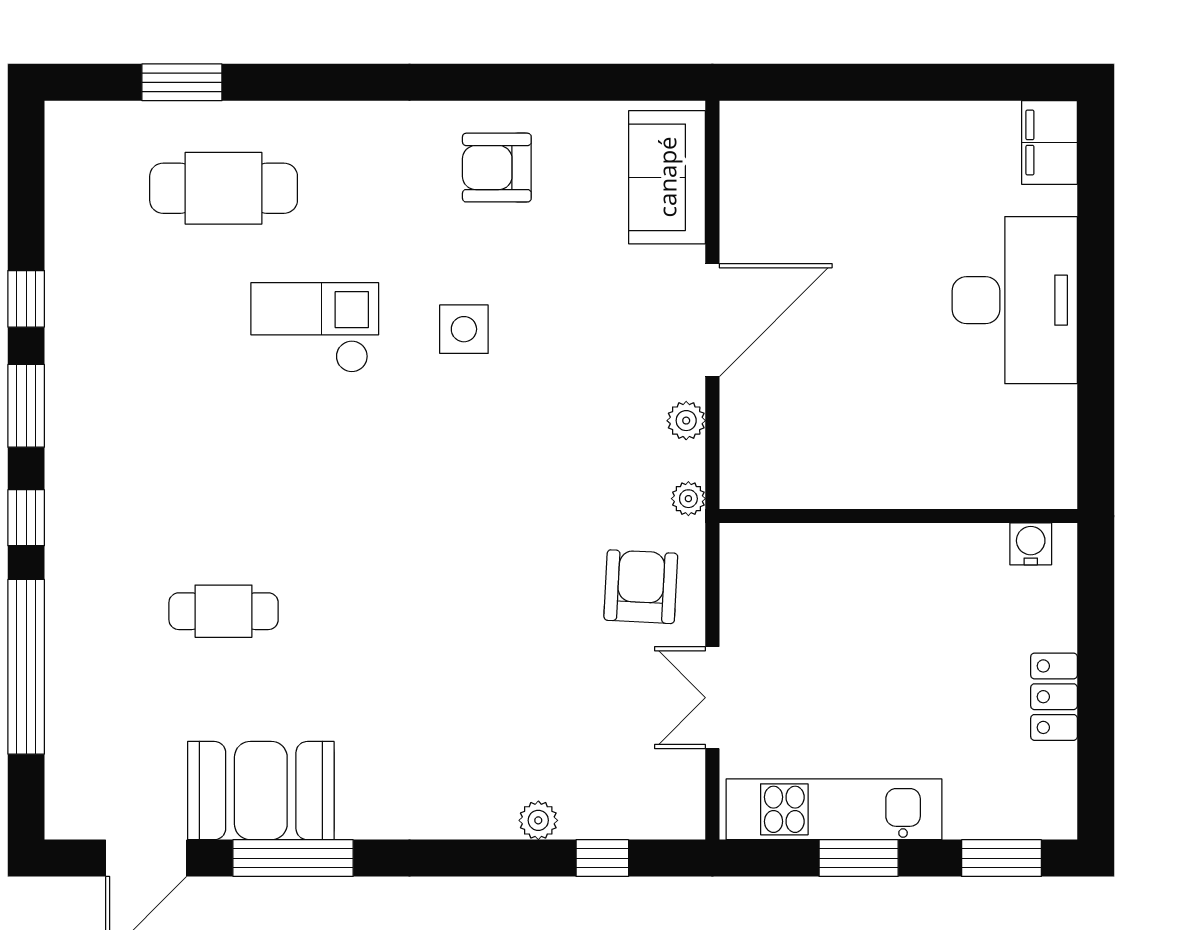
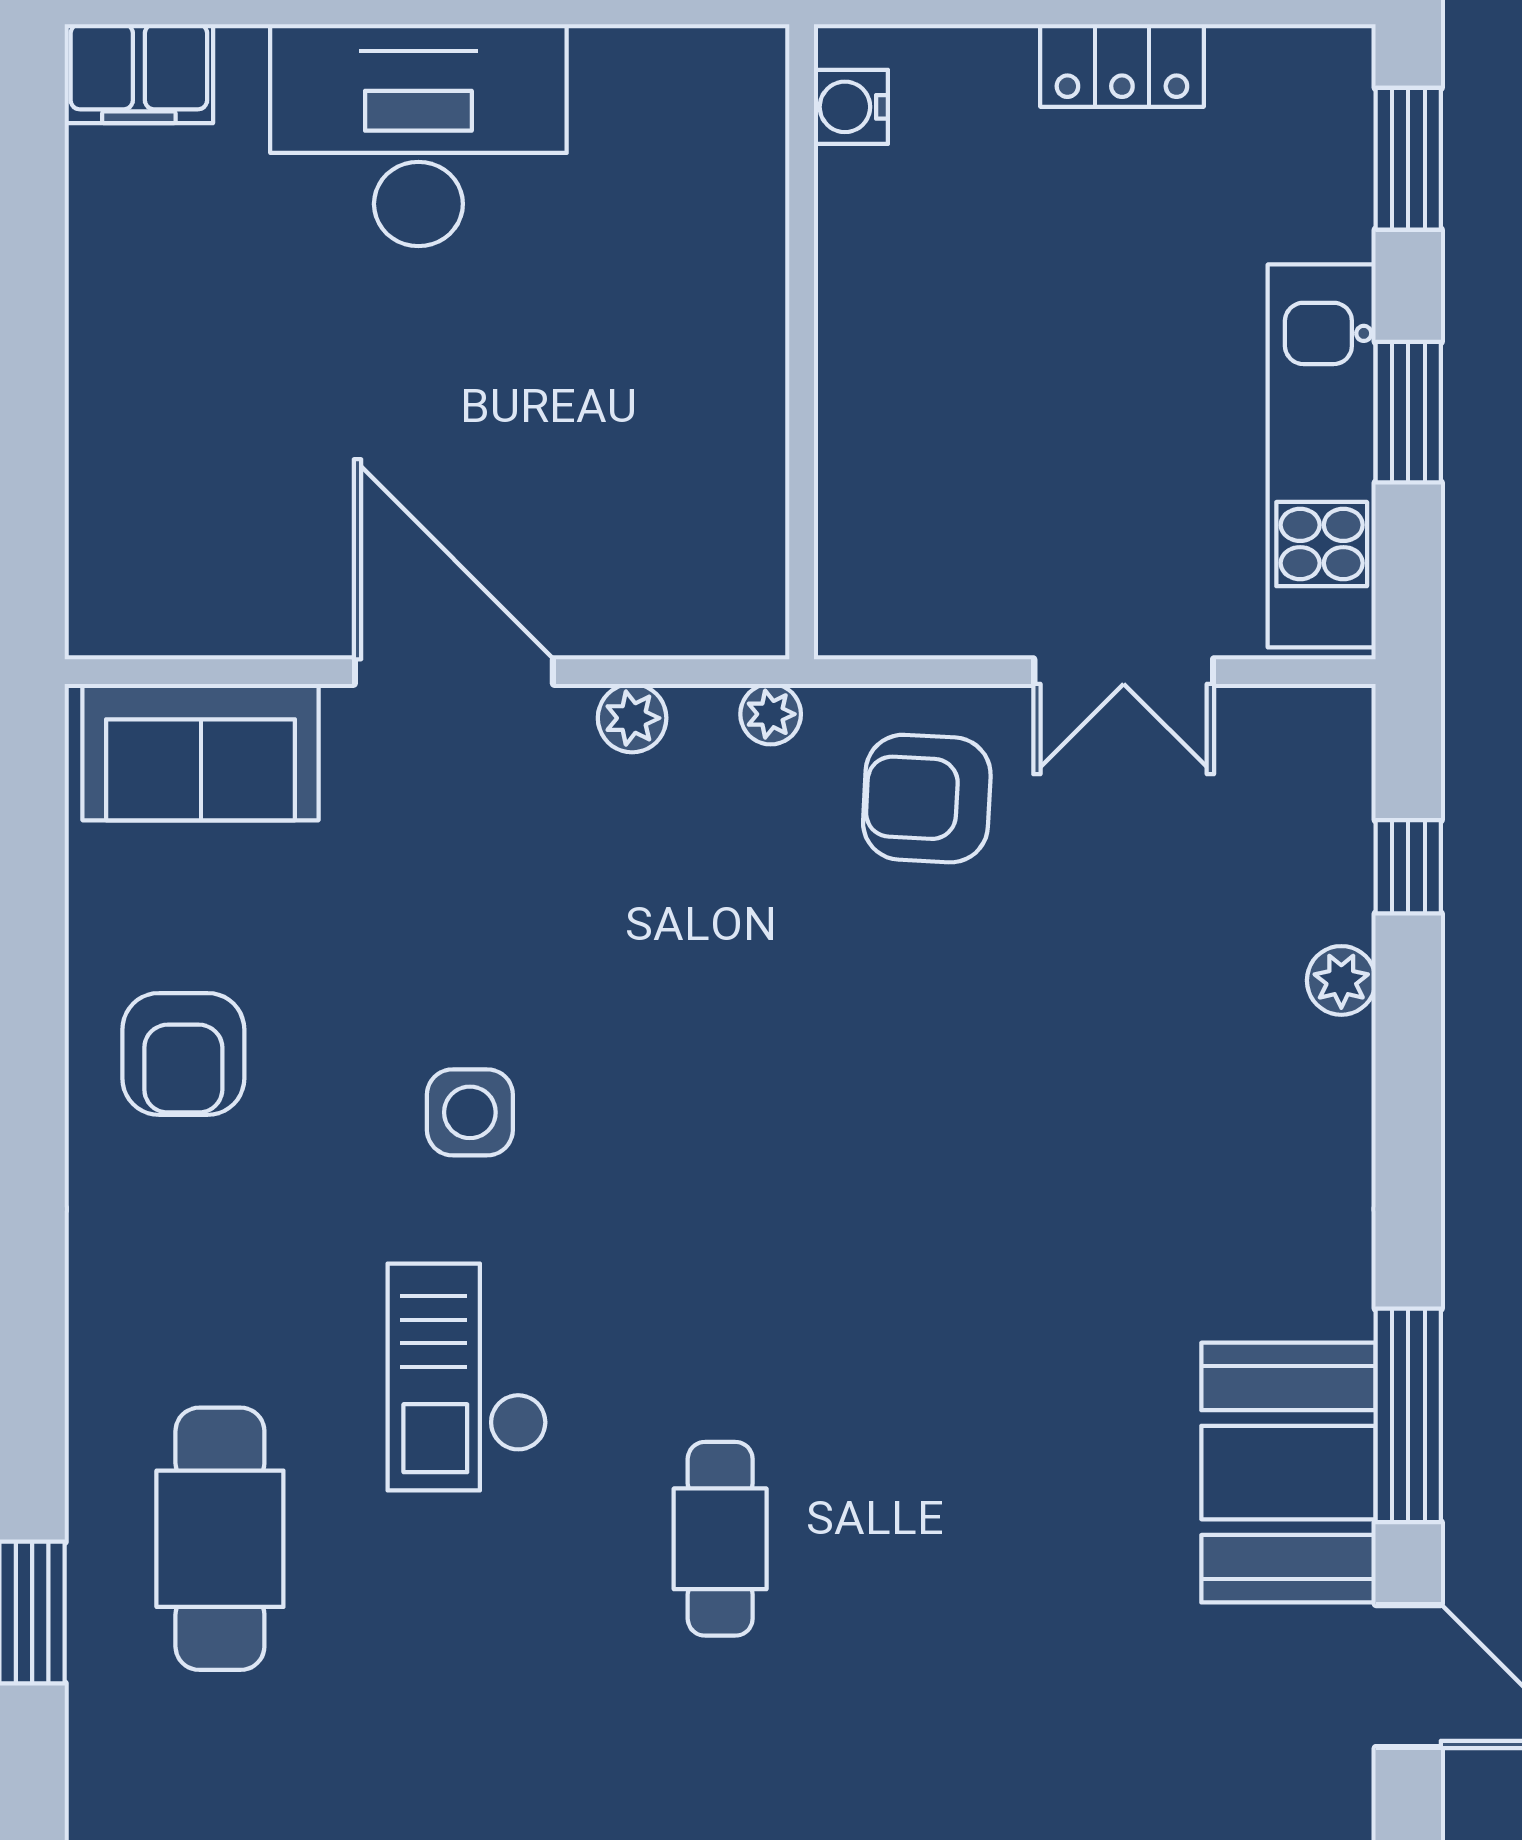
cafe table: (224, 611) -> (720, 1539), moved

